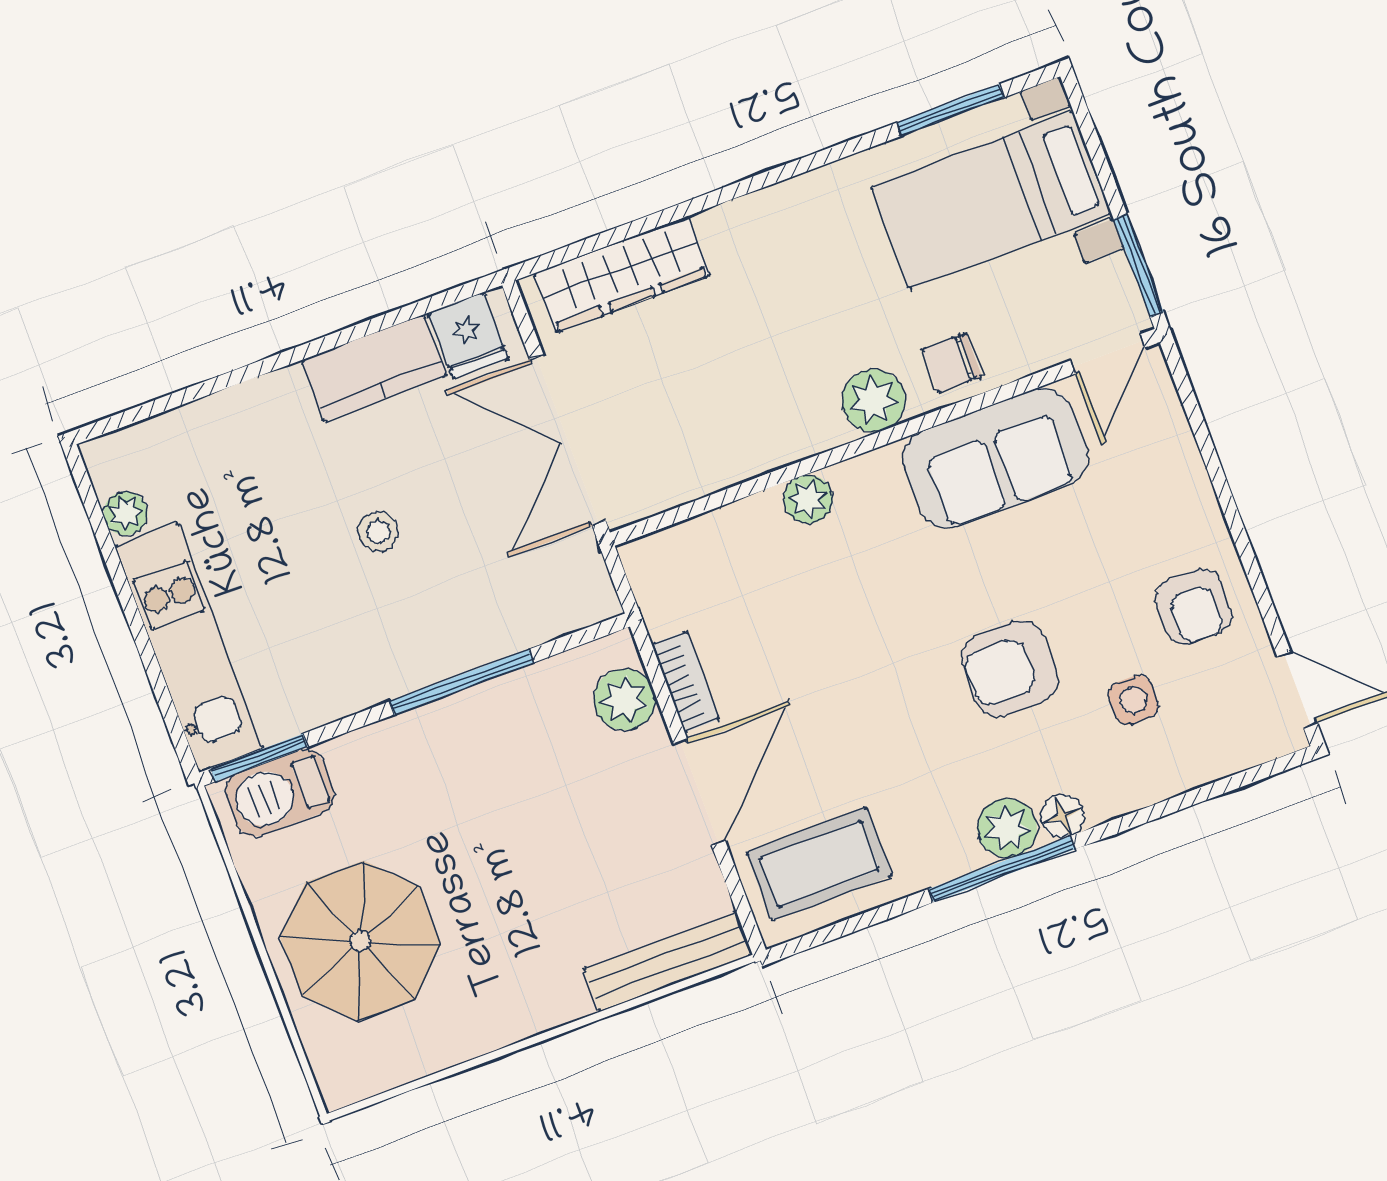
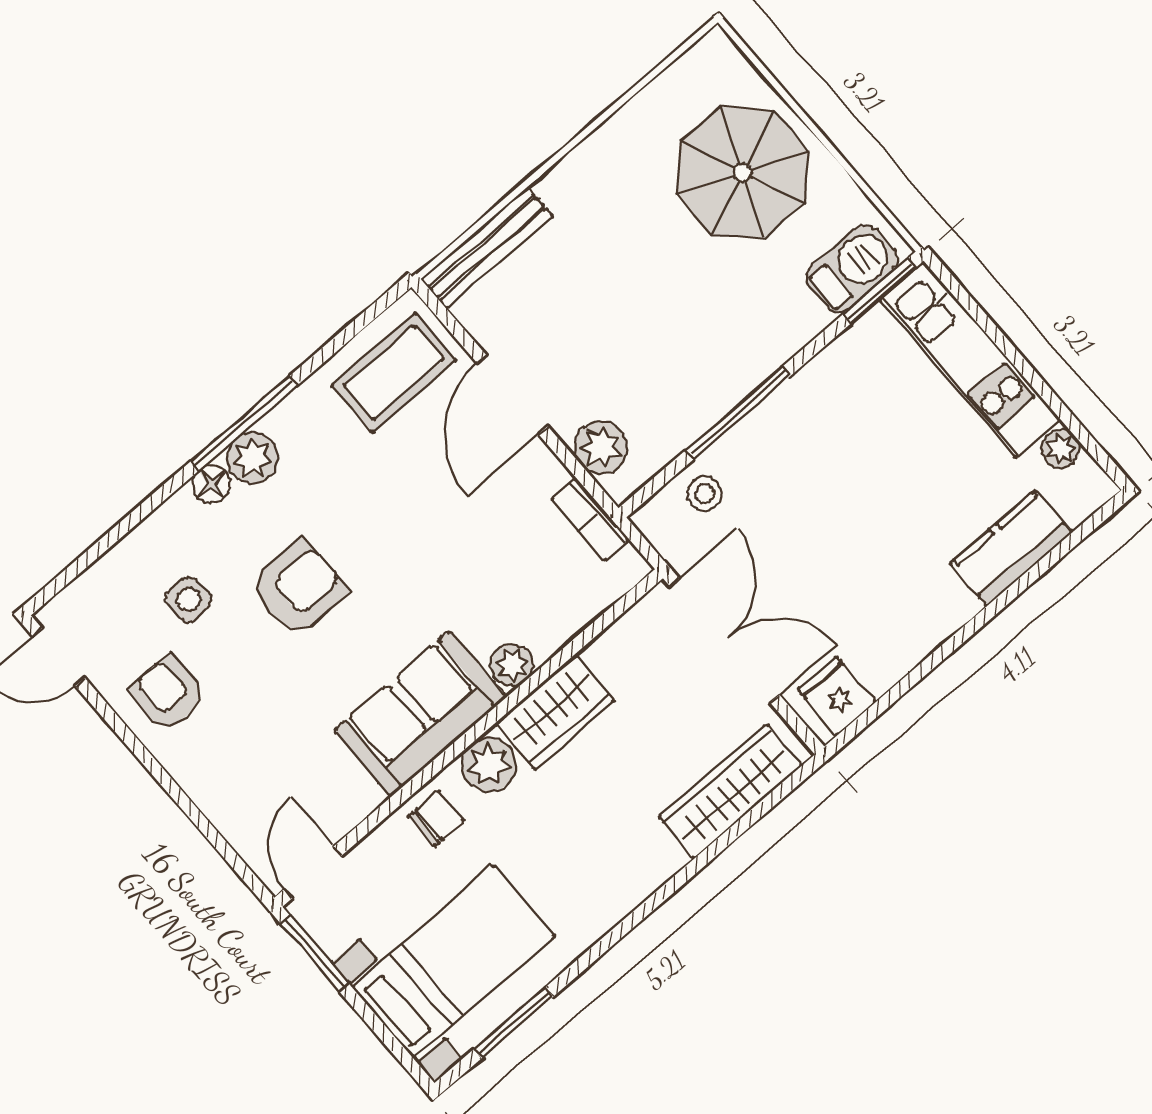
kitchen counter: (374, 368) -> (1011, 548), moved
wardrobe: (781, 431) -> (555, 712), added
sofa: (995, 458) -> (420, 714), moved
stool: (379, 532) -> (704, 494), moved
bookcase: (686, 682) -> (590, 519), moved

